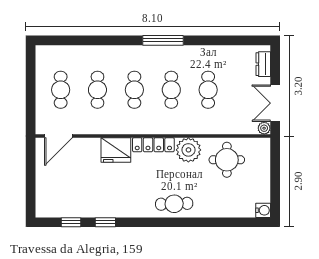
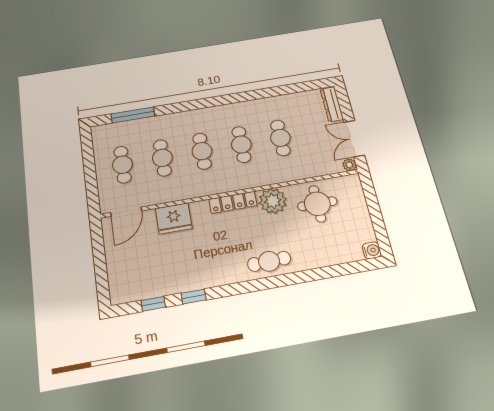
window: (163, 40) -> (133, 115), moved
dresser: (263, 64) -> (332, 104), width x1.44
fridge: (116, 150) -> (174, 218), moved

